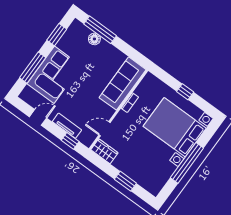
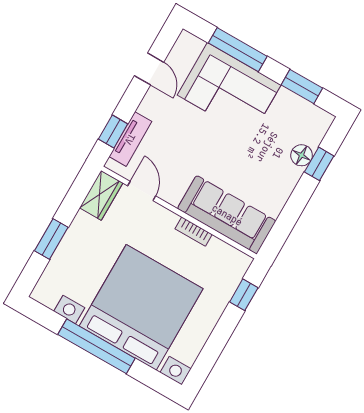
window: (100, 30) -> (319, 164), width x0.46
window: (185, 92) -> (244, 295), moved
tv unit: (67, 126) -> (130, 139), moved
bed with nightstands: (175, 127) -> (141, 307), width x1.36

